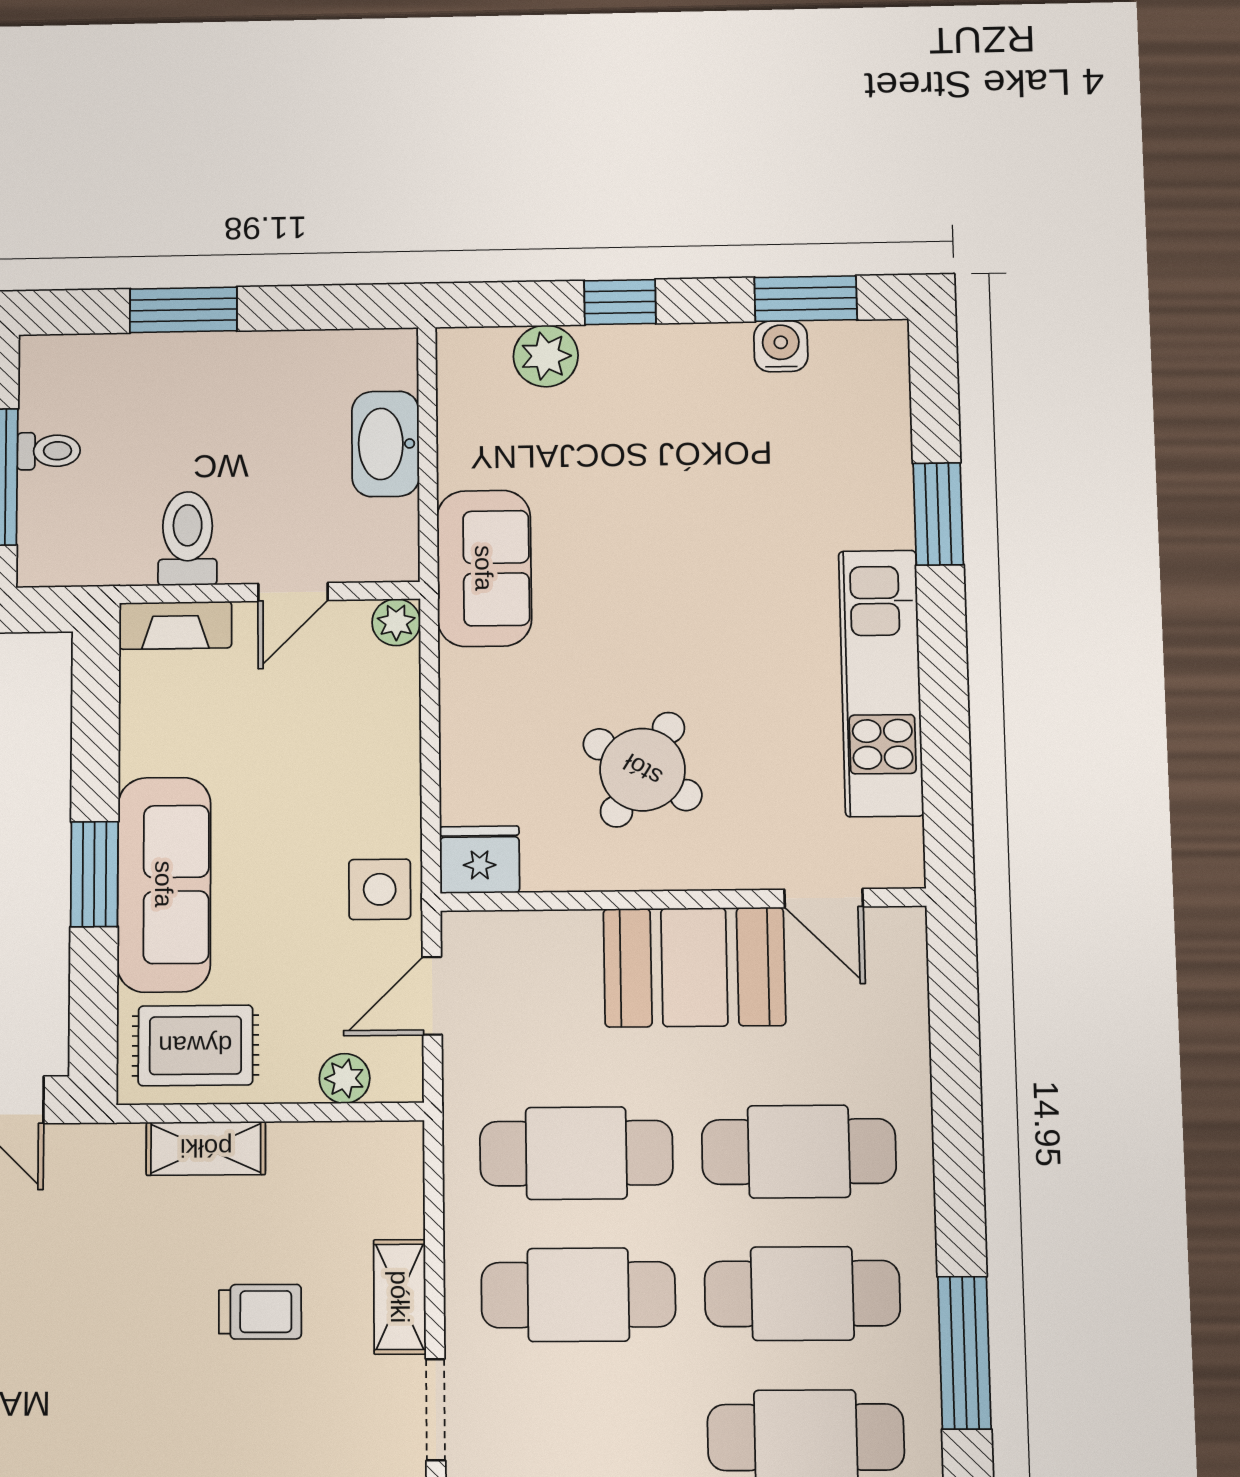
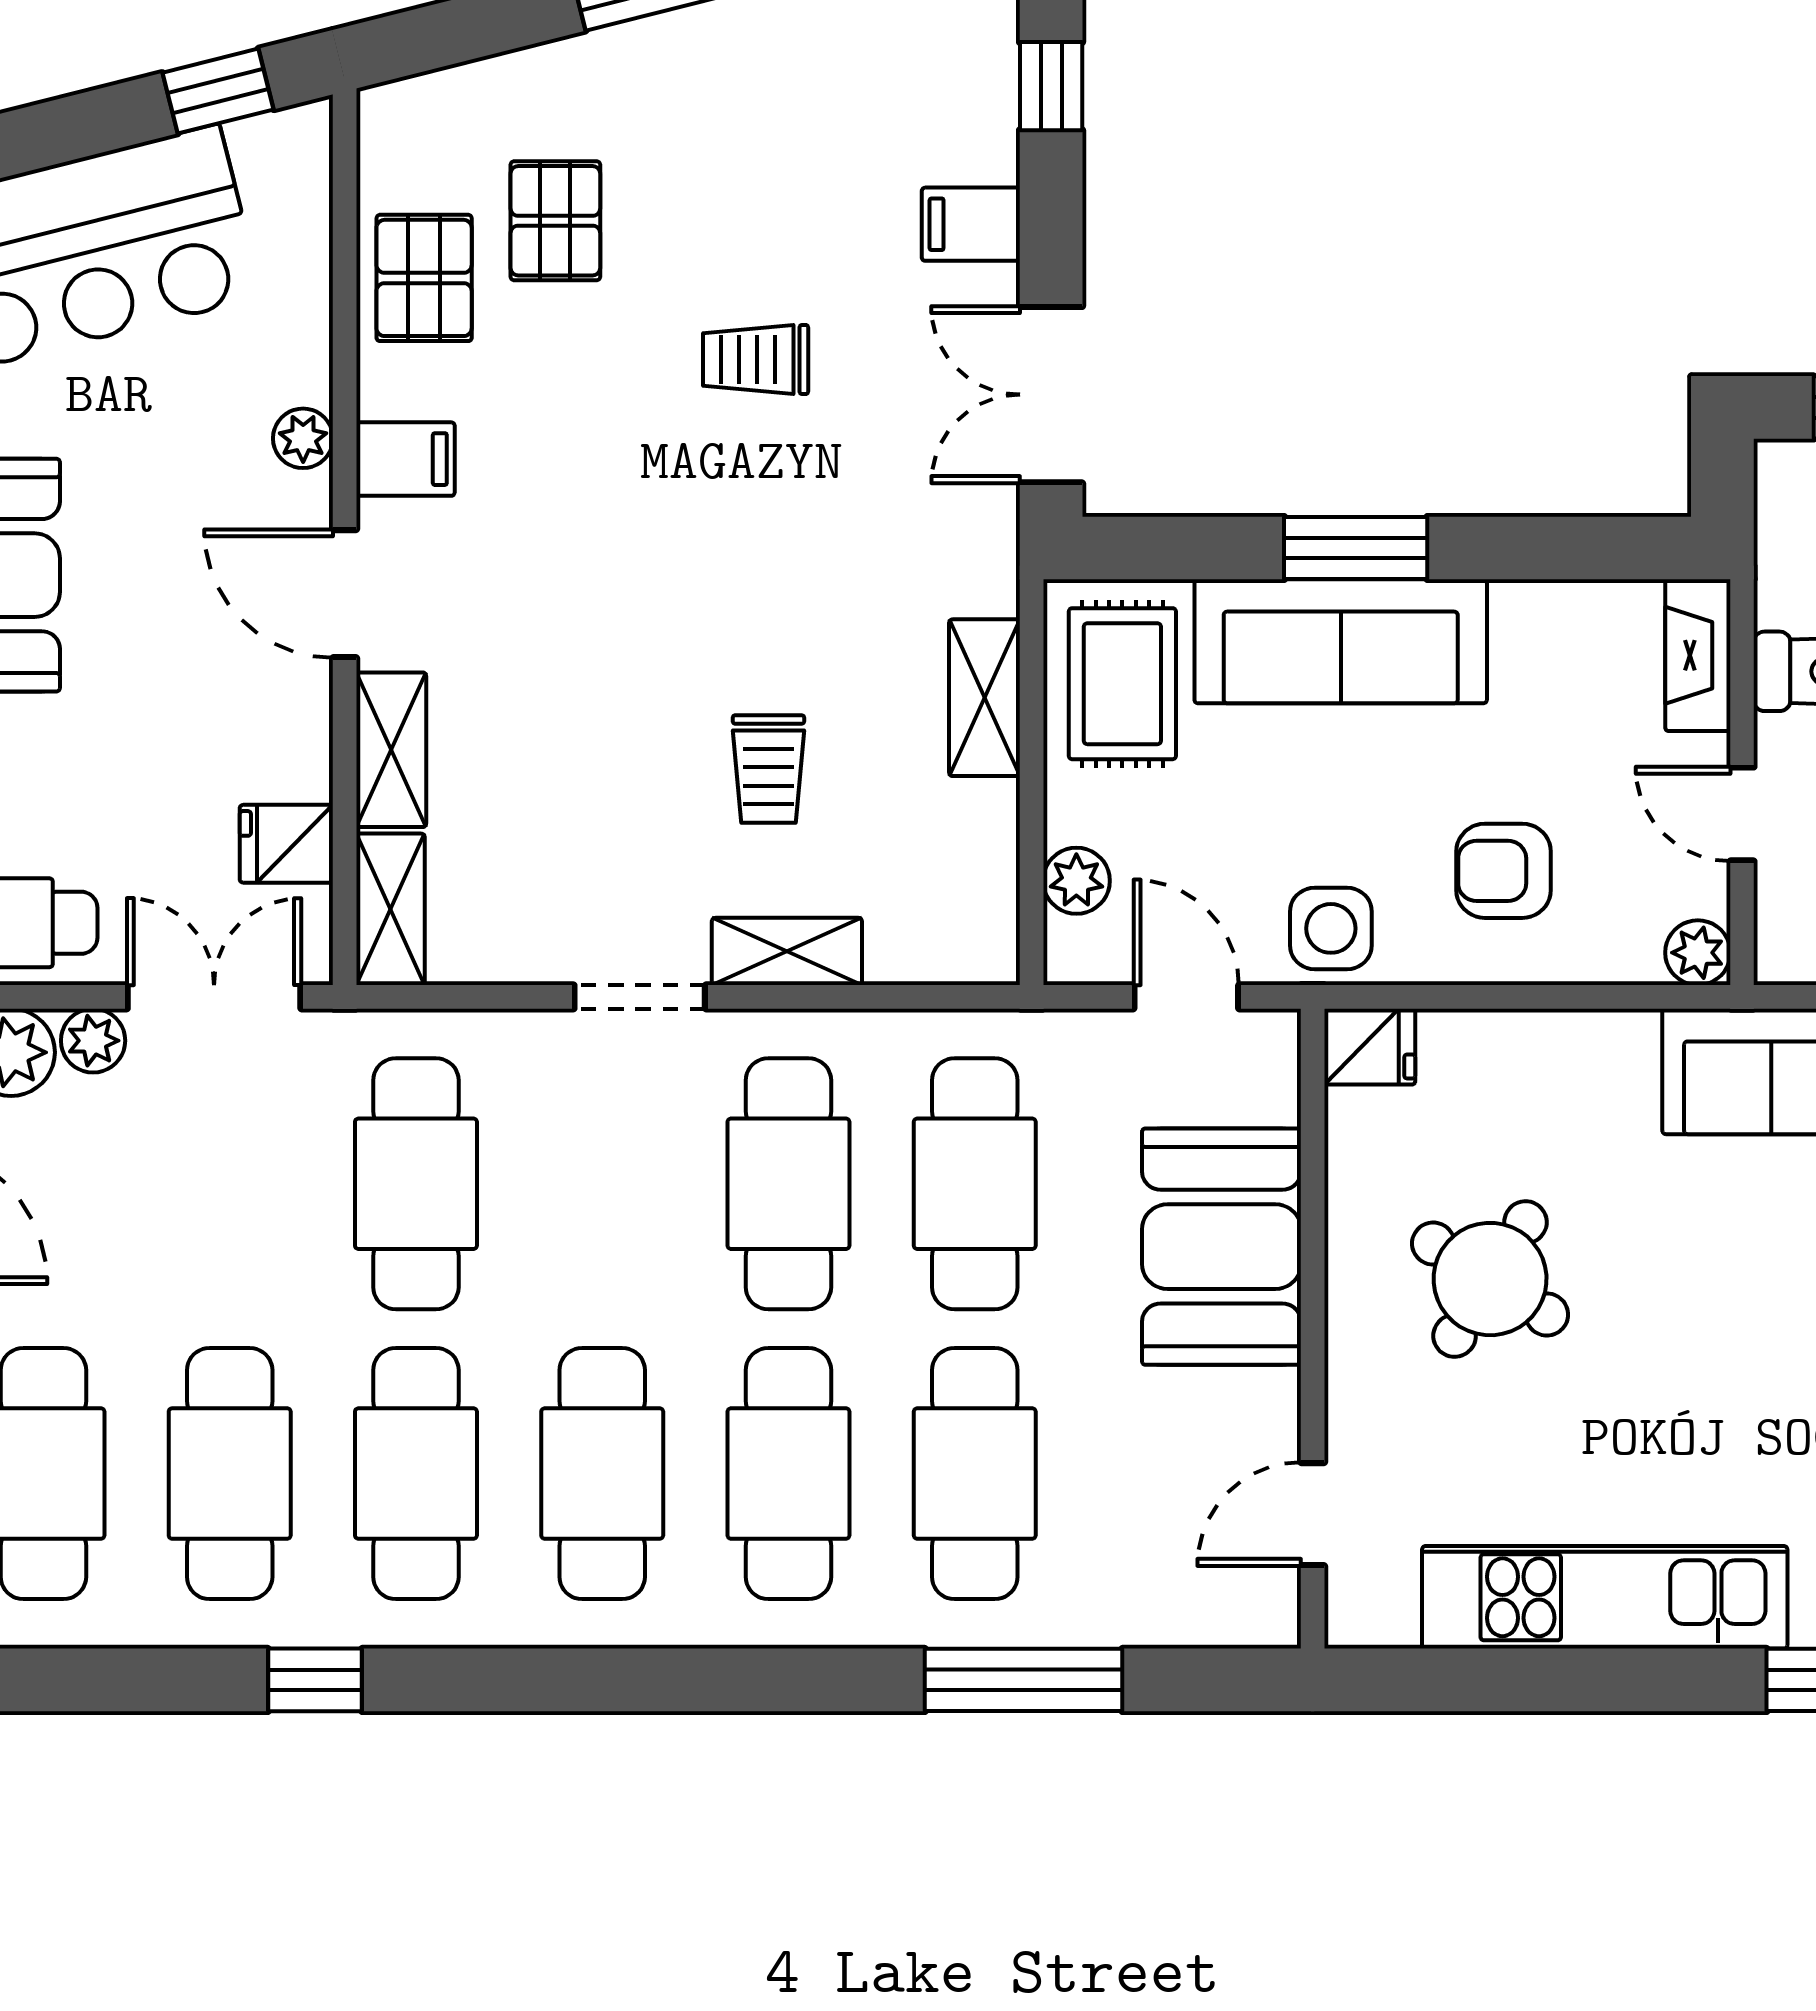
armchair: (336, 763) -> (1504, 871), added
fridge: (480, 860) -> (1370, 1047), width x0.72
booth: (694, 967) -> (1221, 1247), moved
window: (964, 1353) -> (1024, 1680), moved

